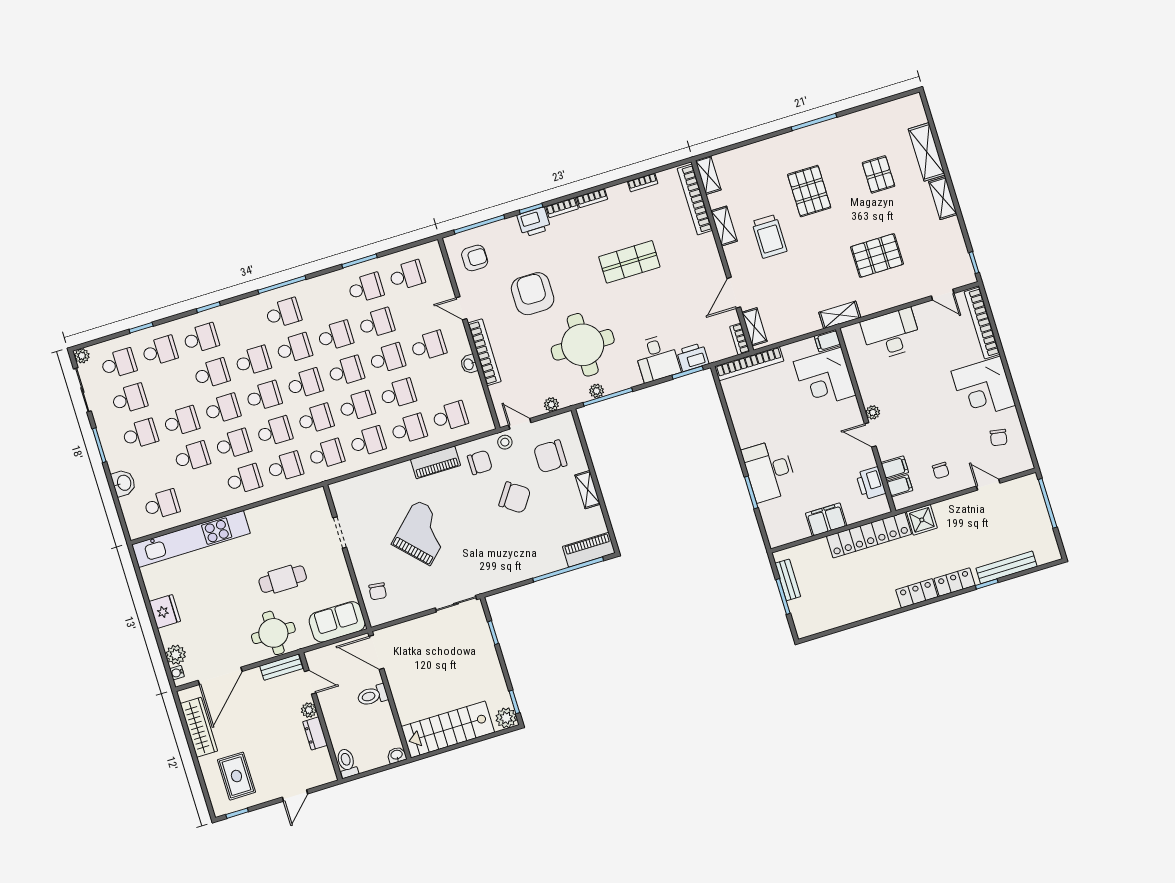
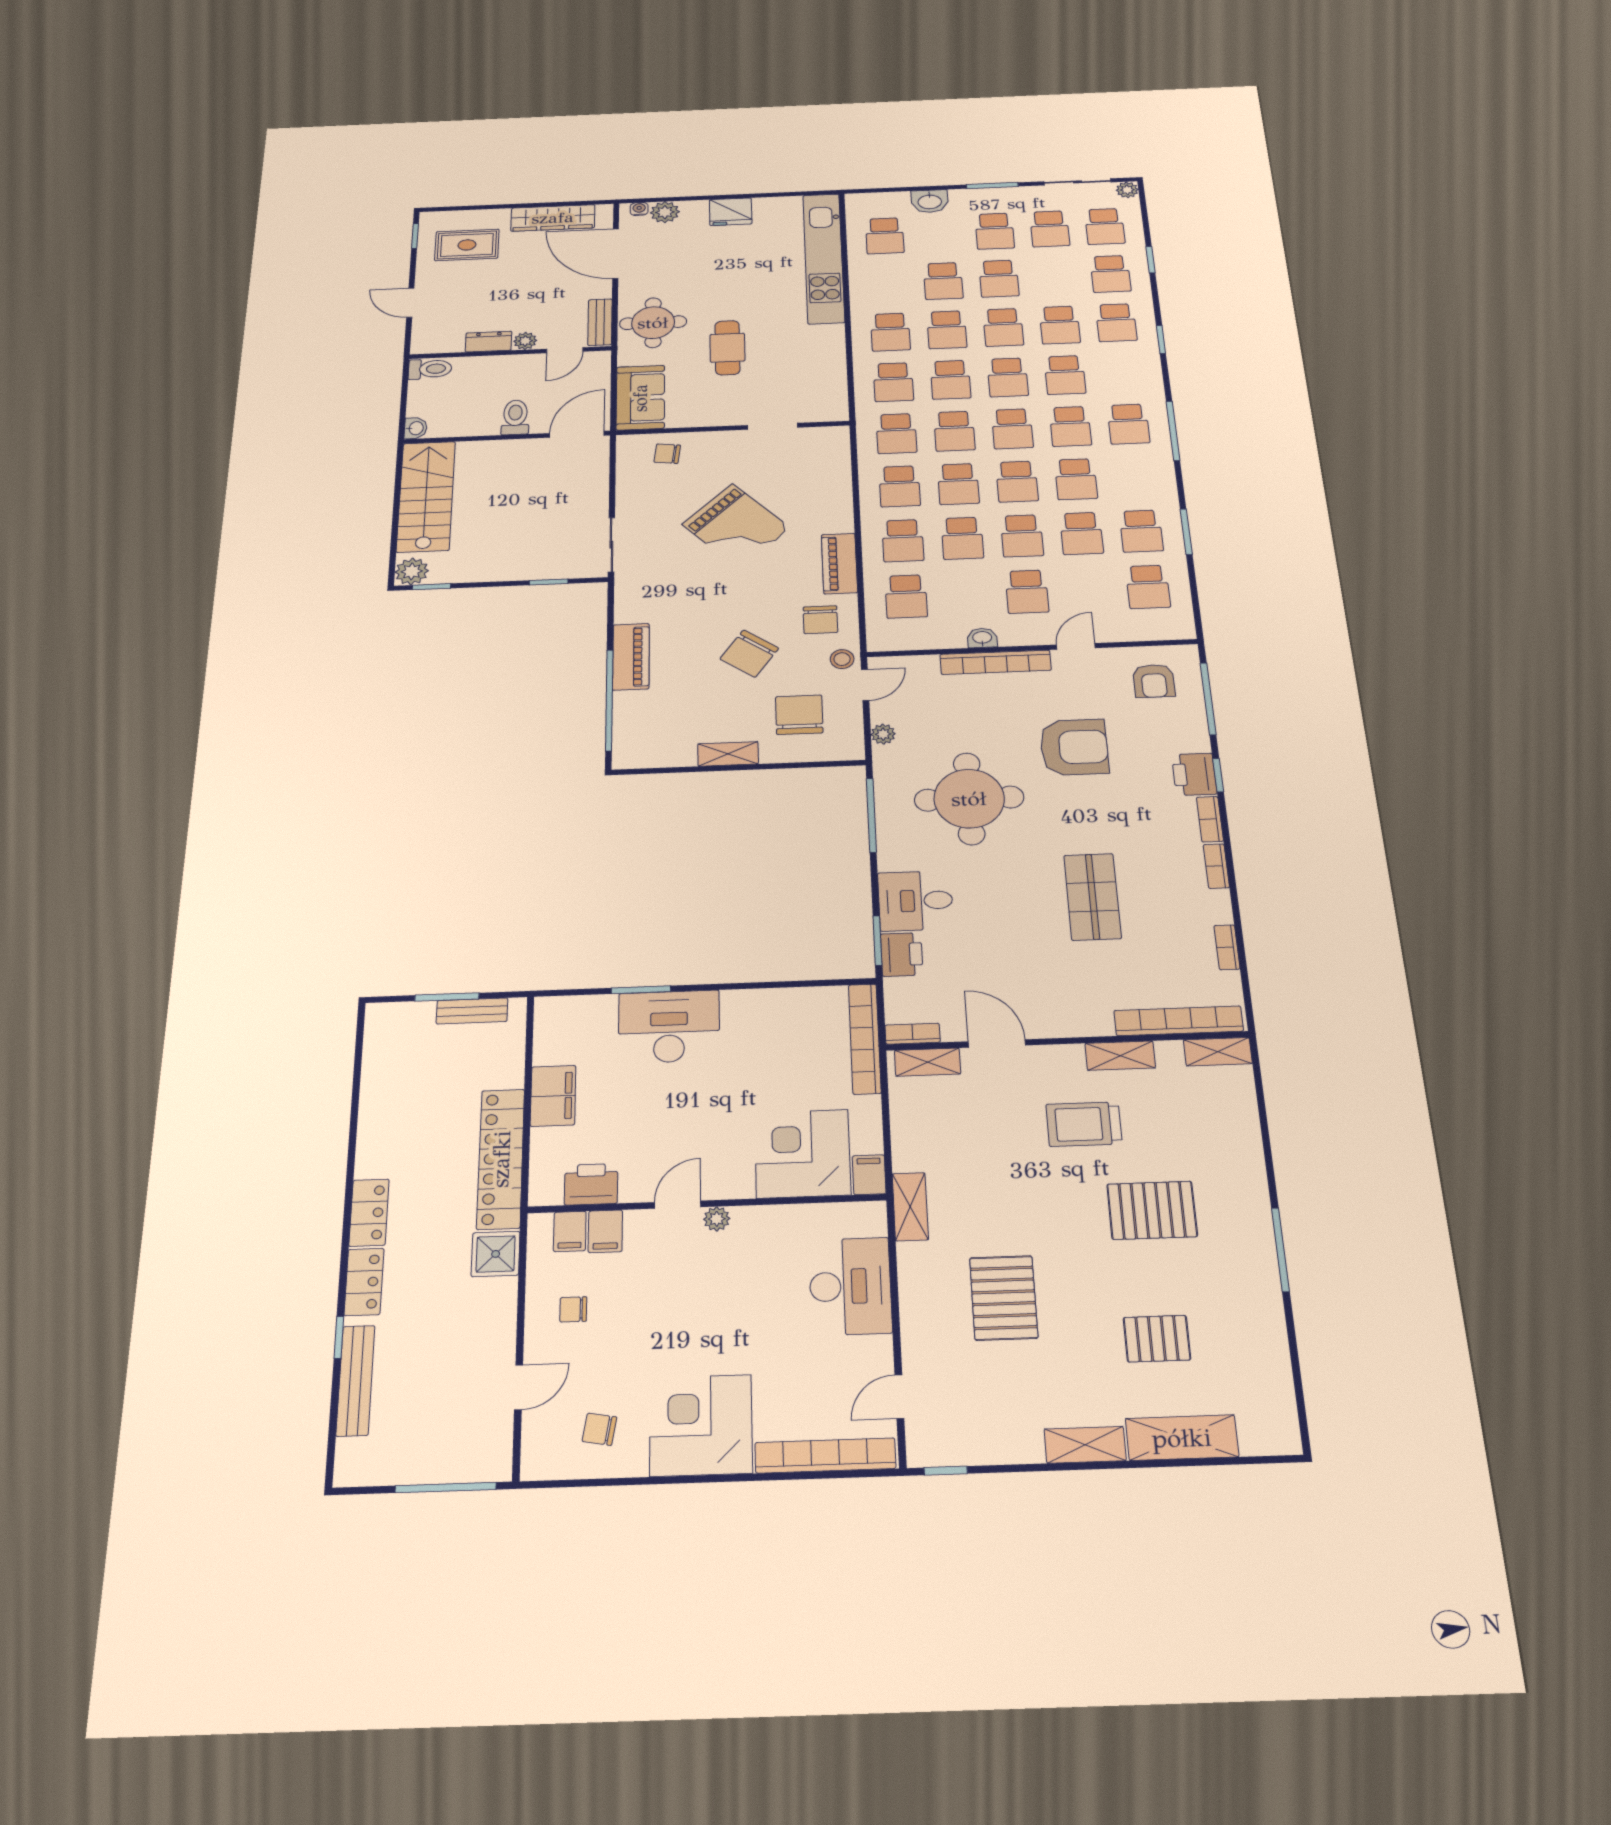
plant: (597, 391) -> (886, 801), removed
piano: (589, 550) -> (631, 657), moved

